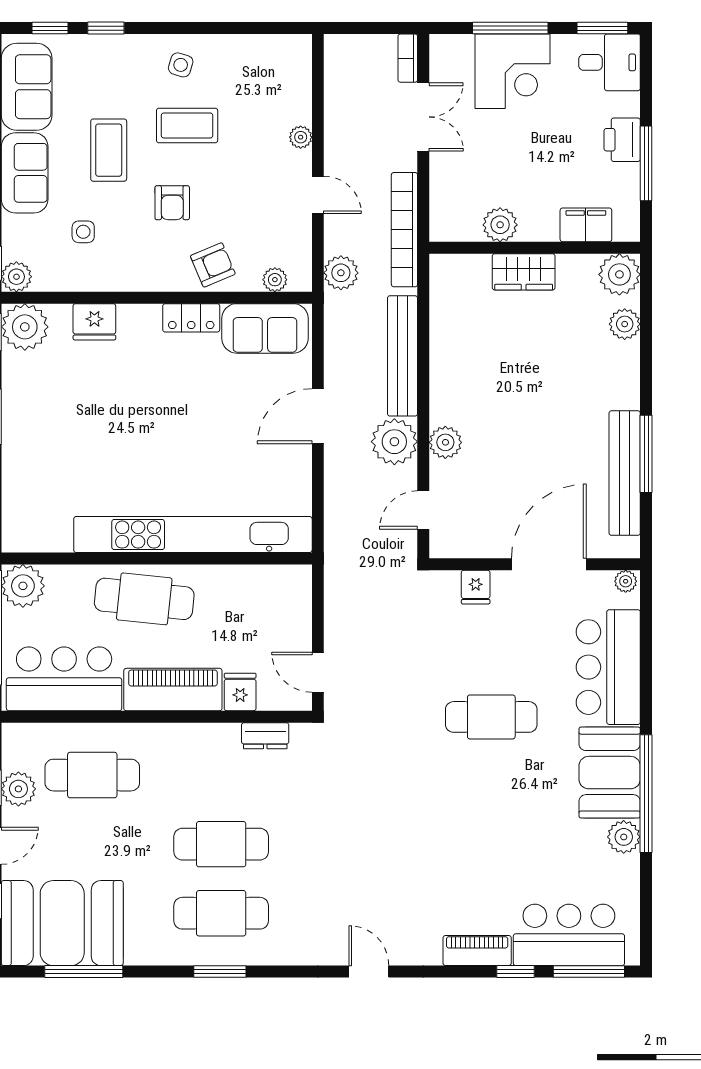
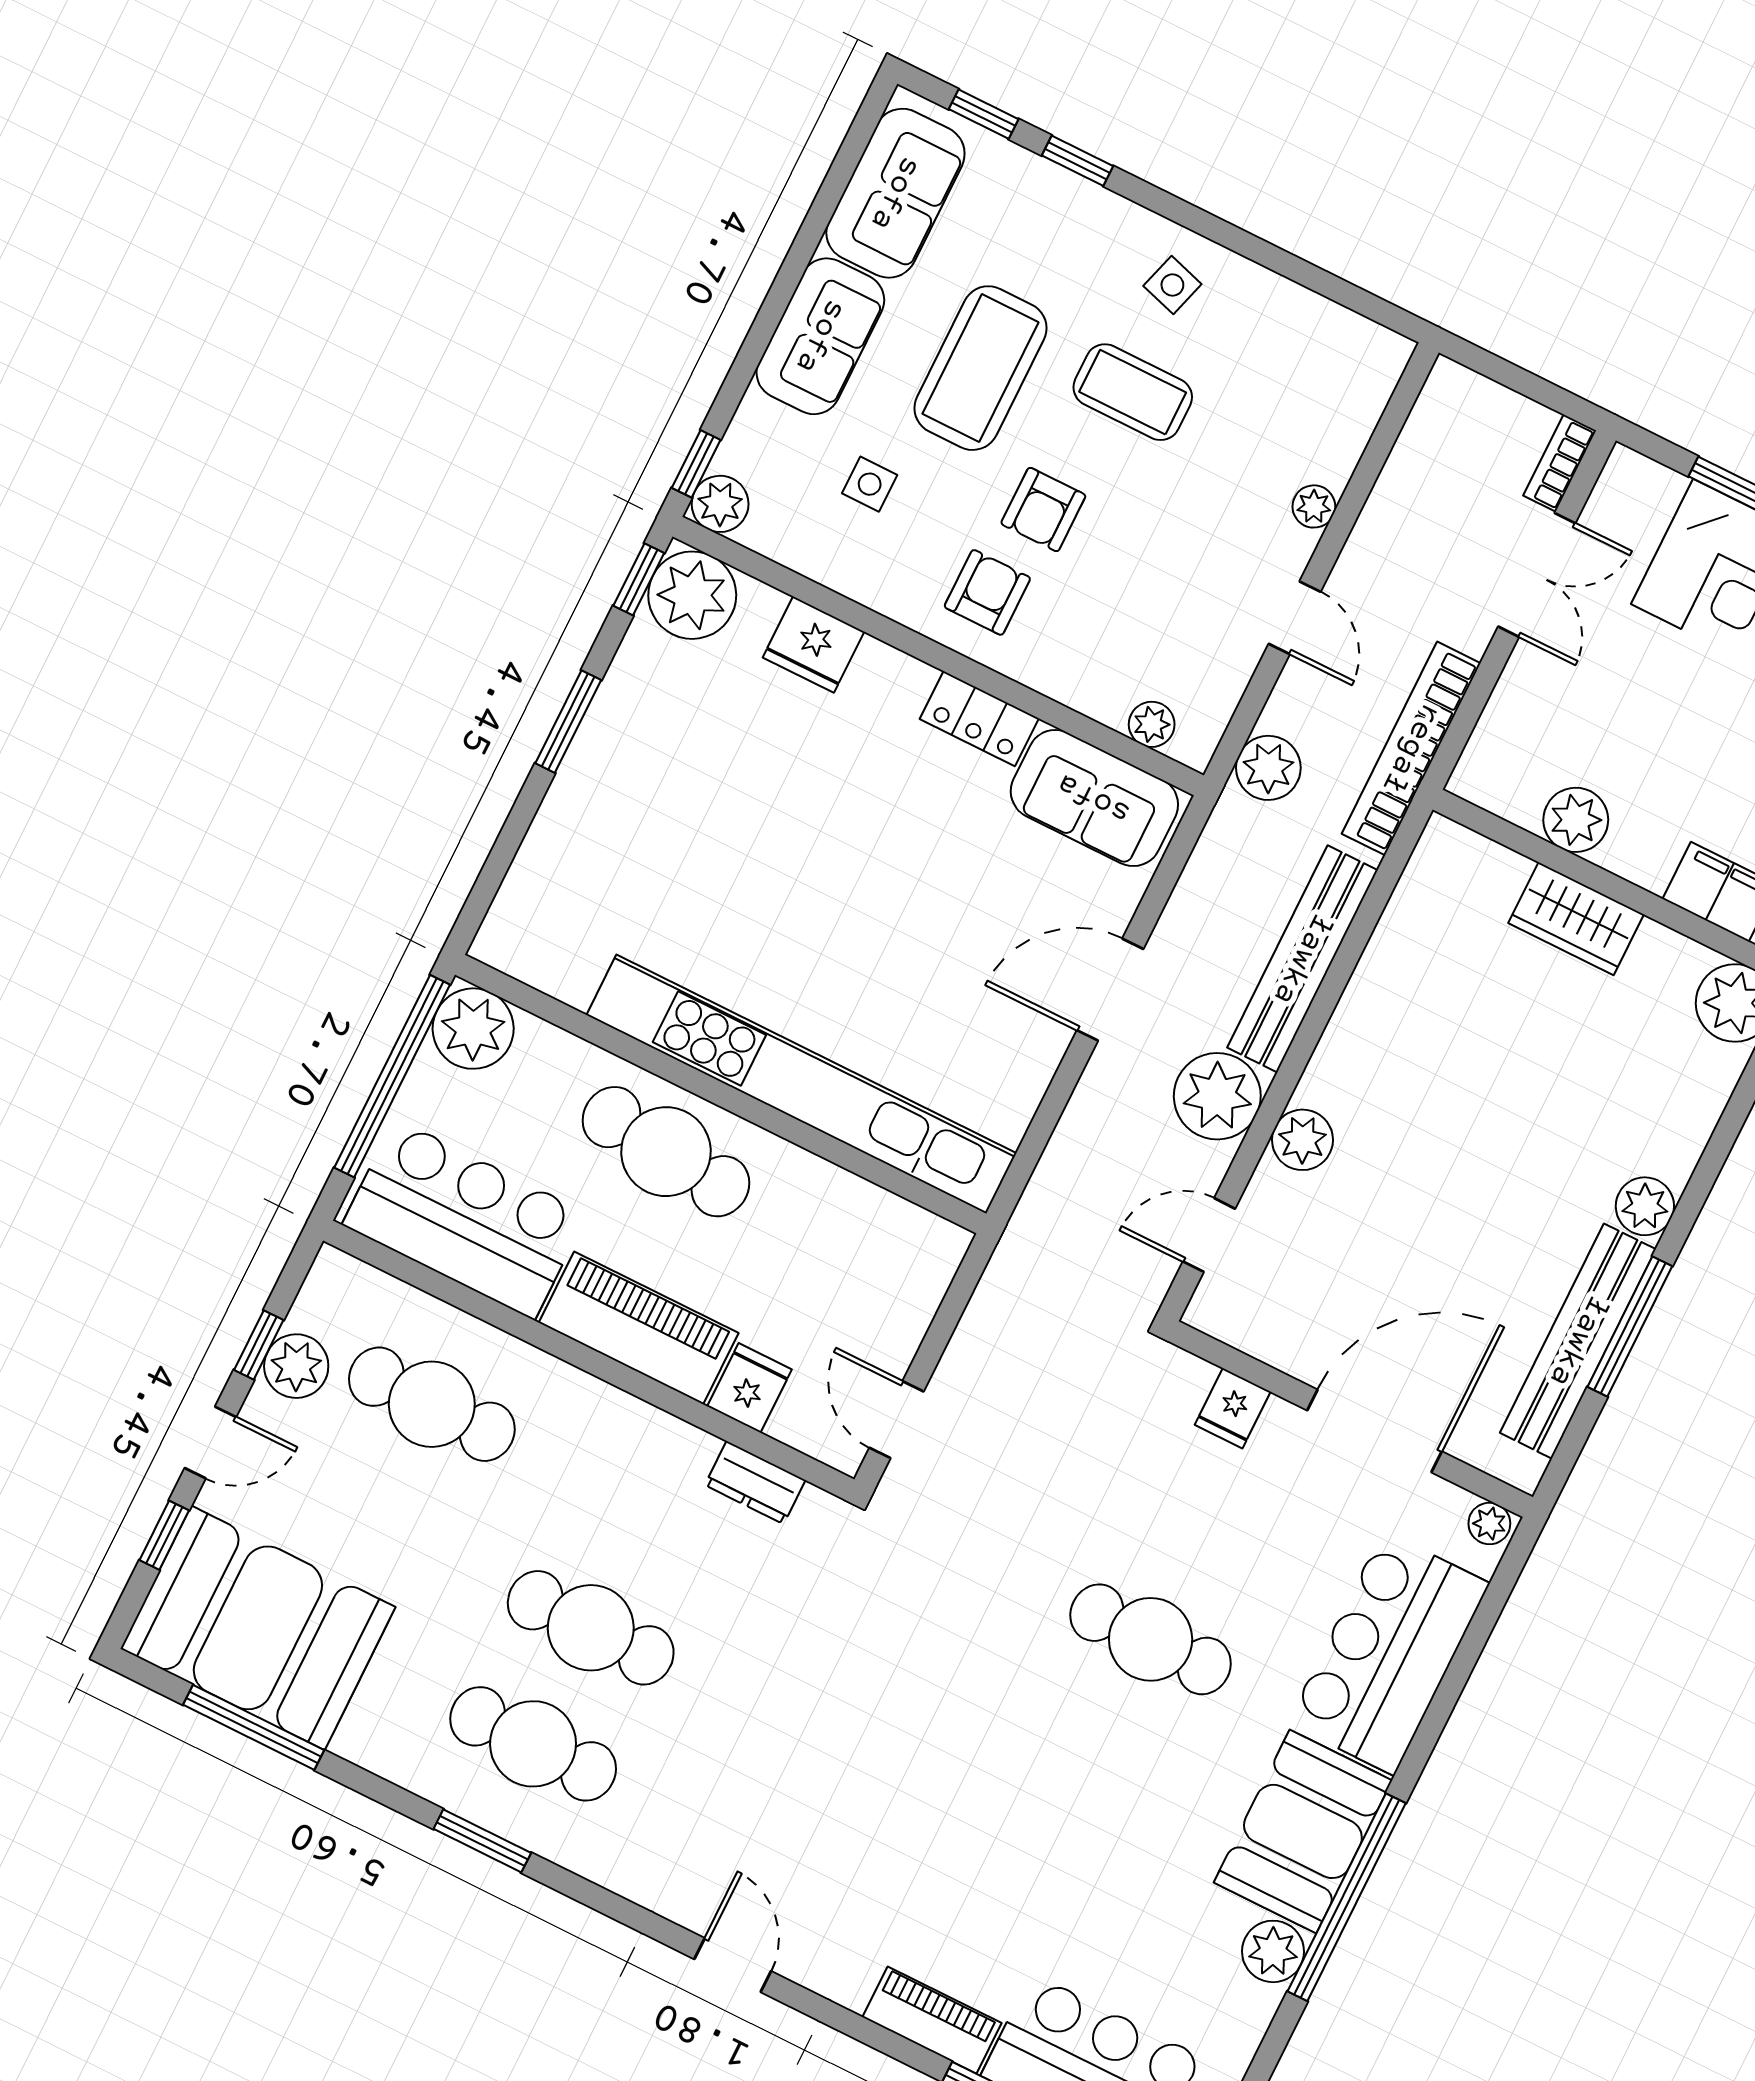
coffee table: (109, 150) -> (981, 368), width x1.36, depth x1.32
armchair: (213, 265) -> (987, 592), moved, turned -67
plant: (625, 324) -> (1645, 1206), moved

